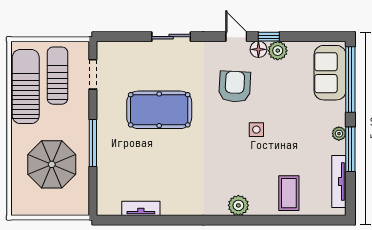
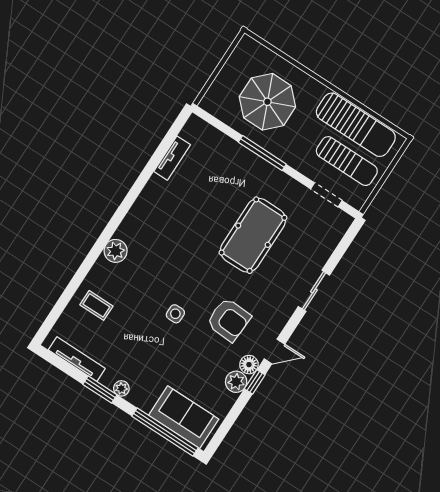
window: (350, 149) -> (100, 390), width x0.69
coffee table: (289, 193) -> (96, 305), width x0.73, depth x0.77

